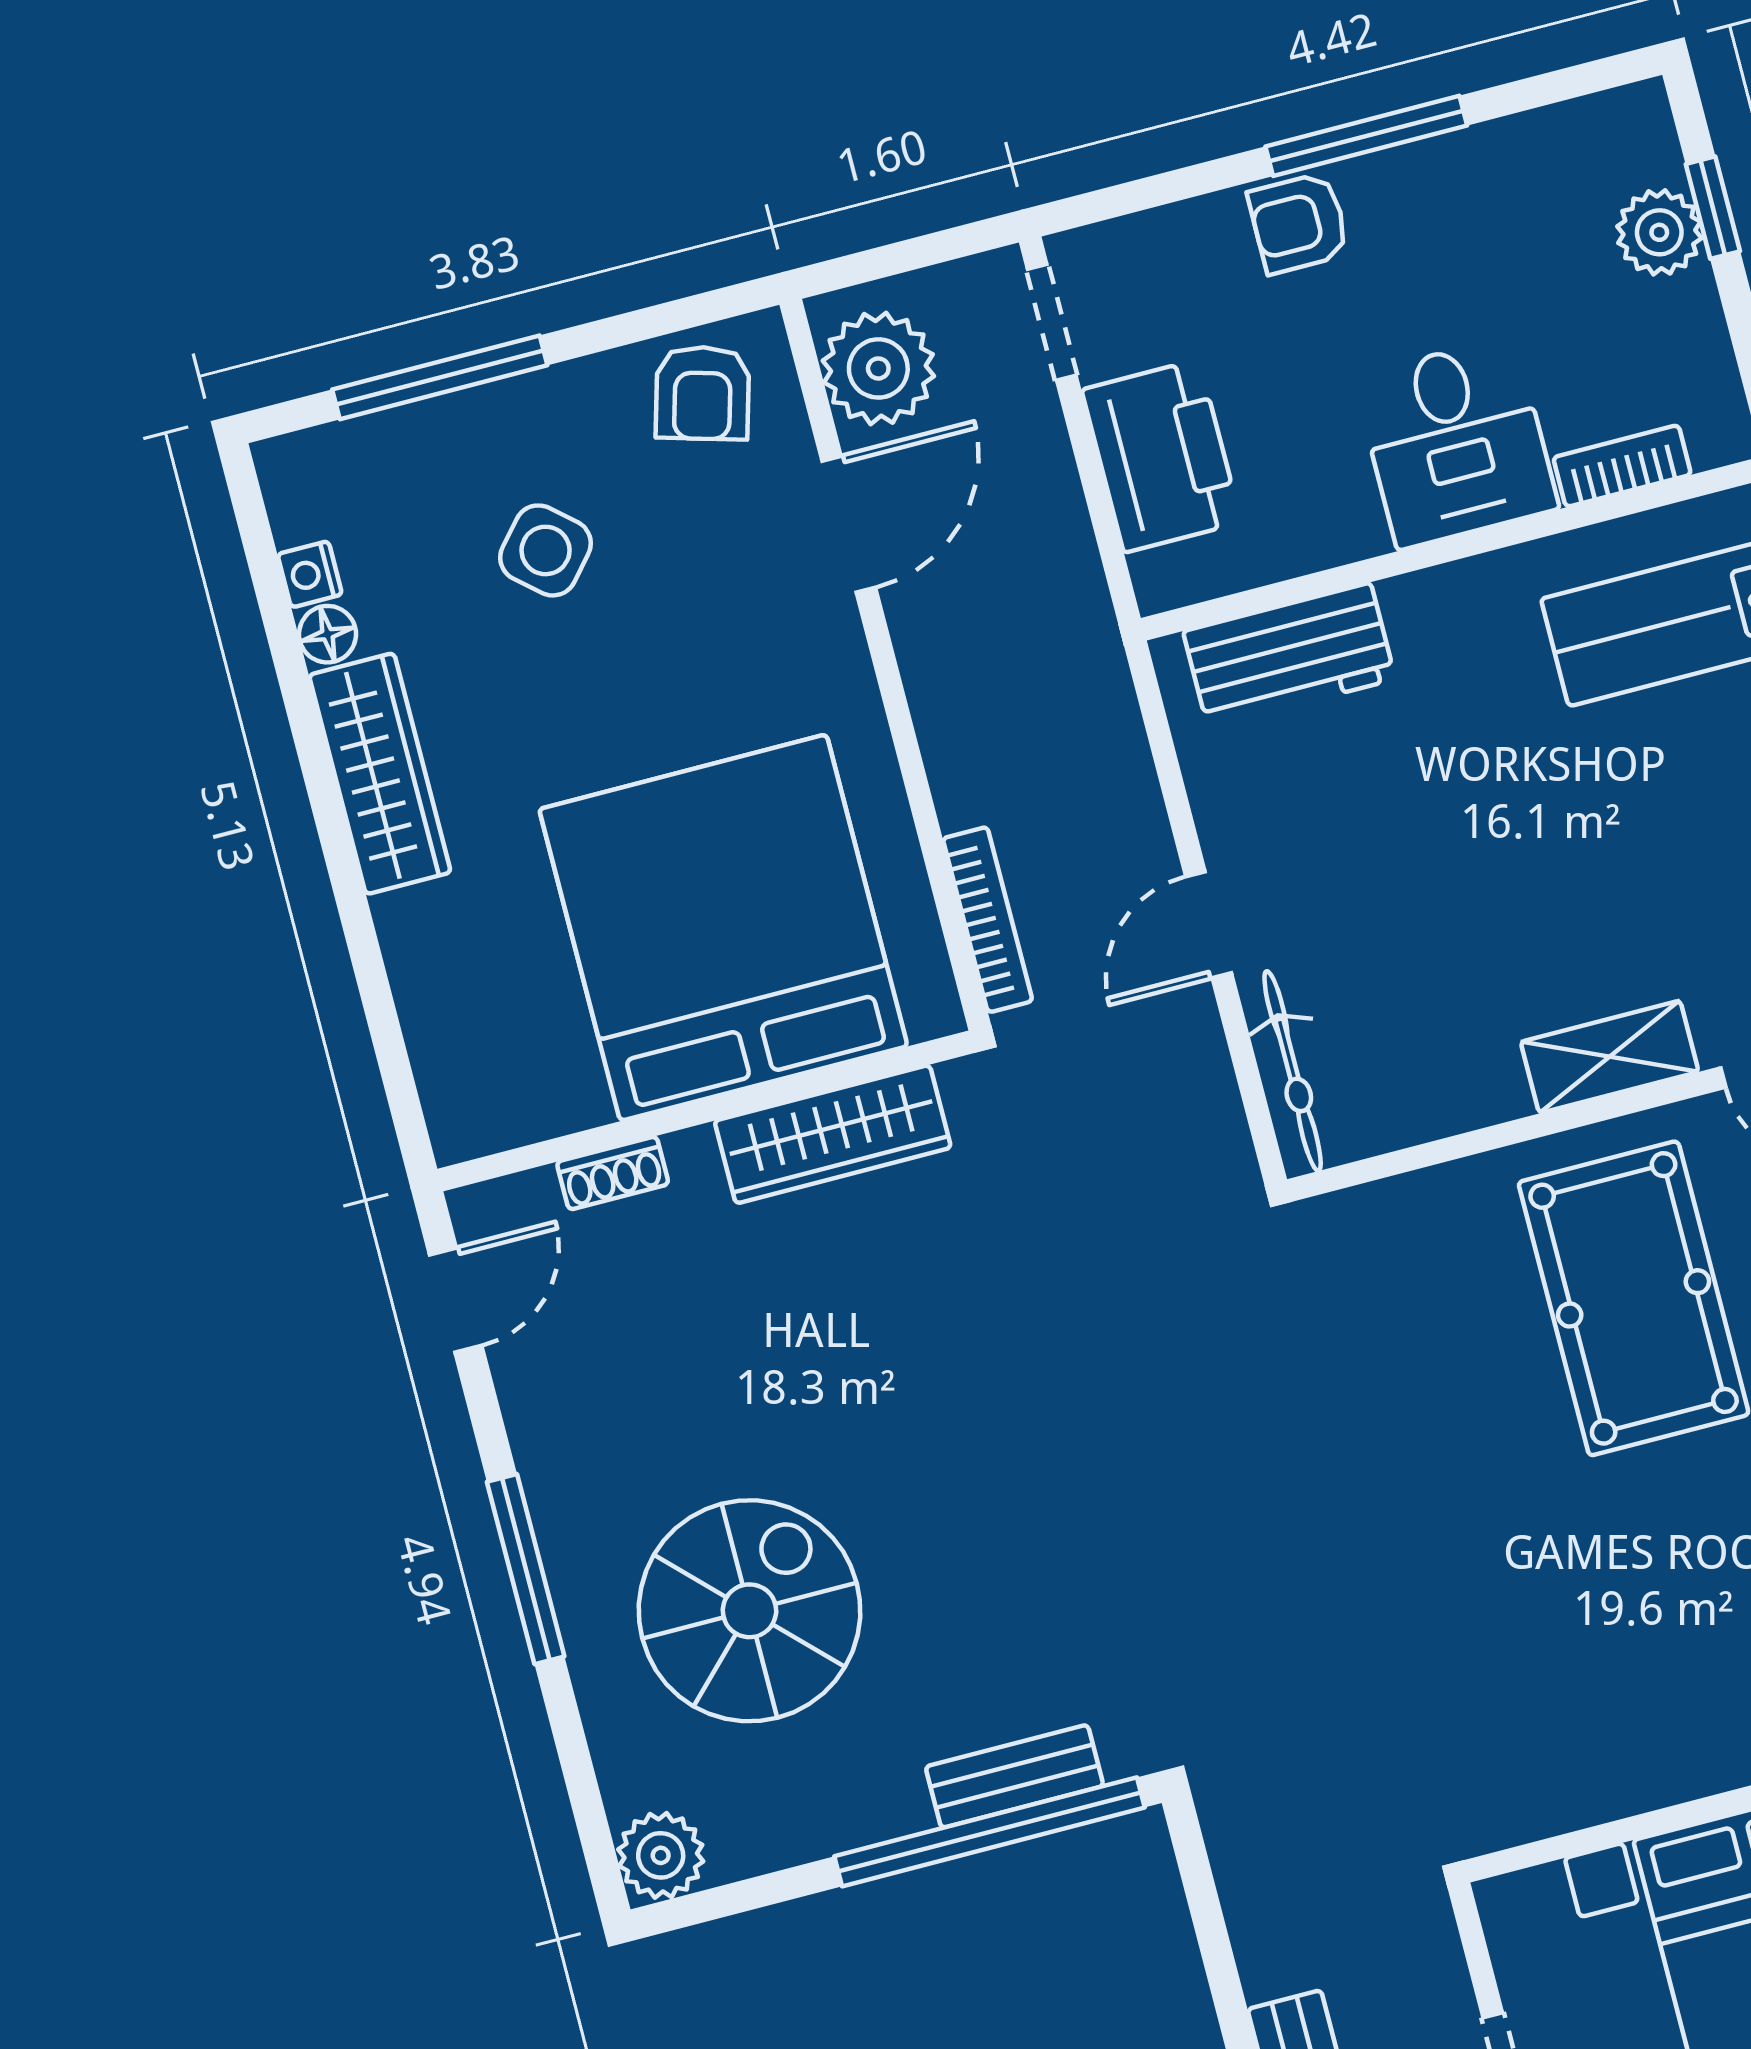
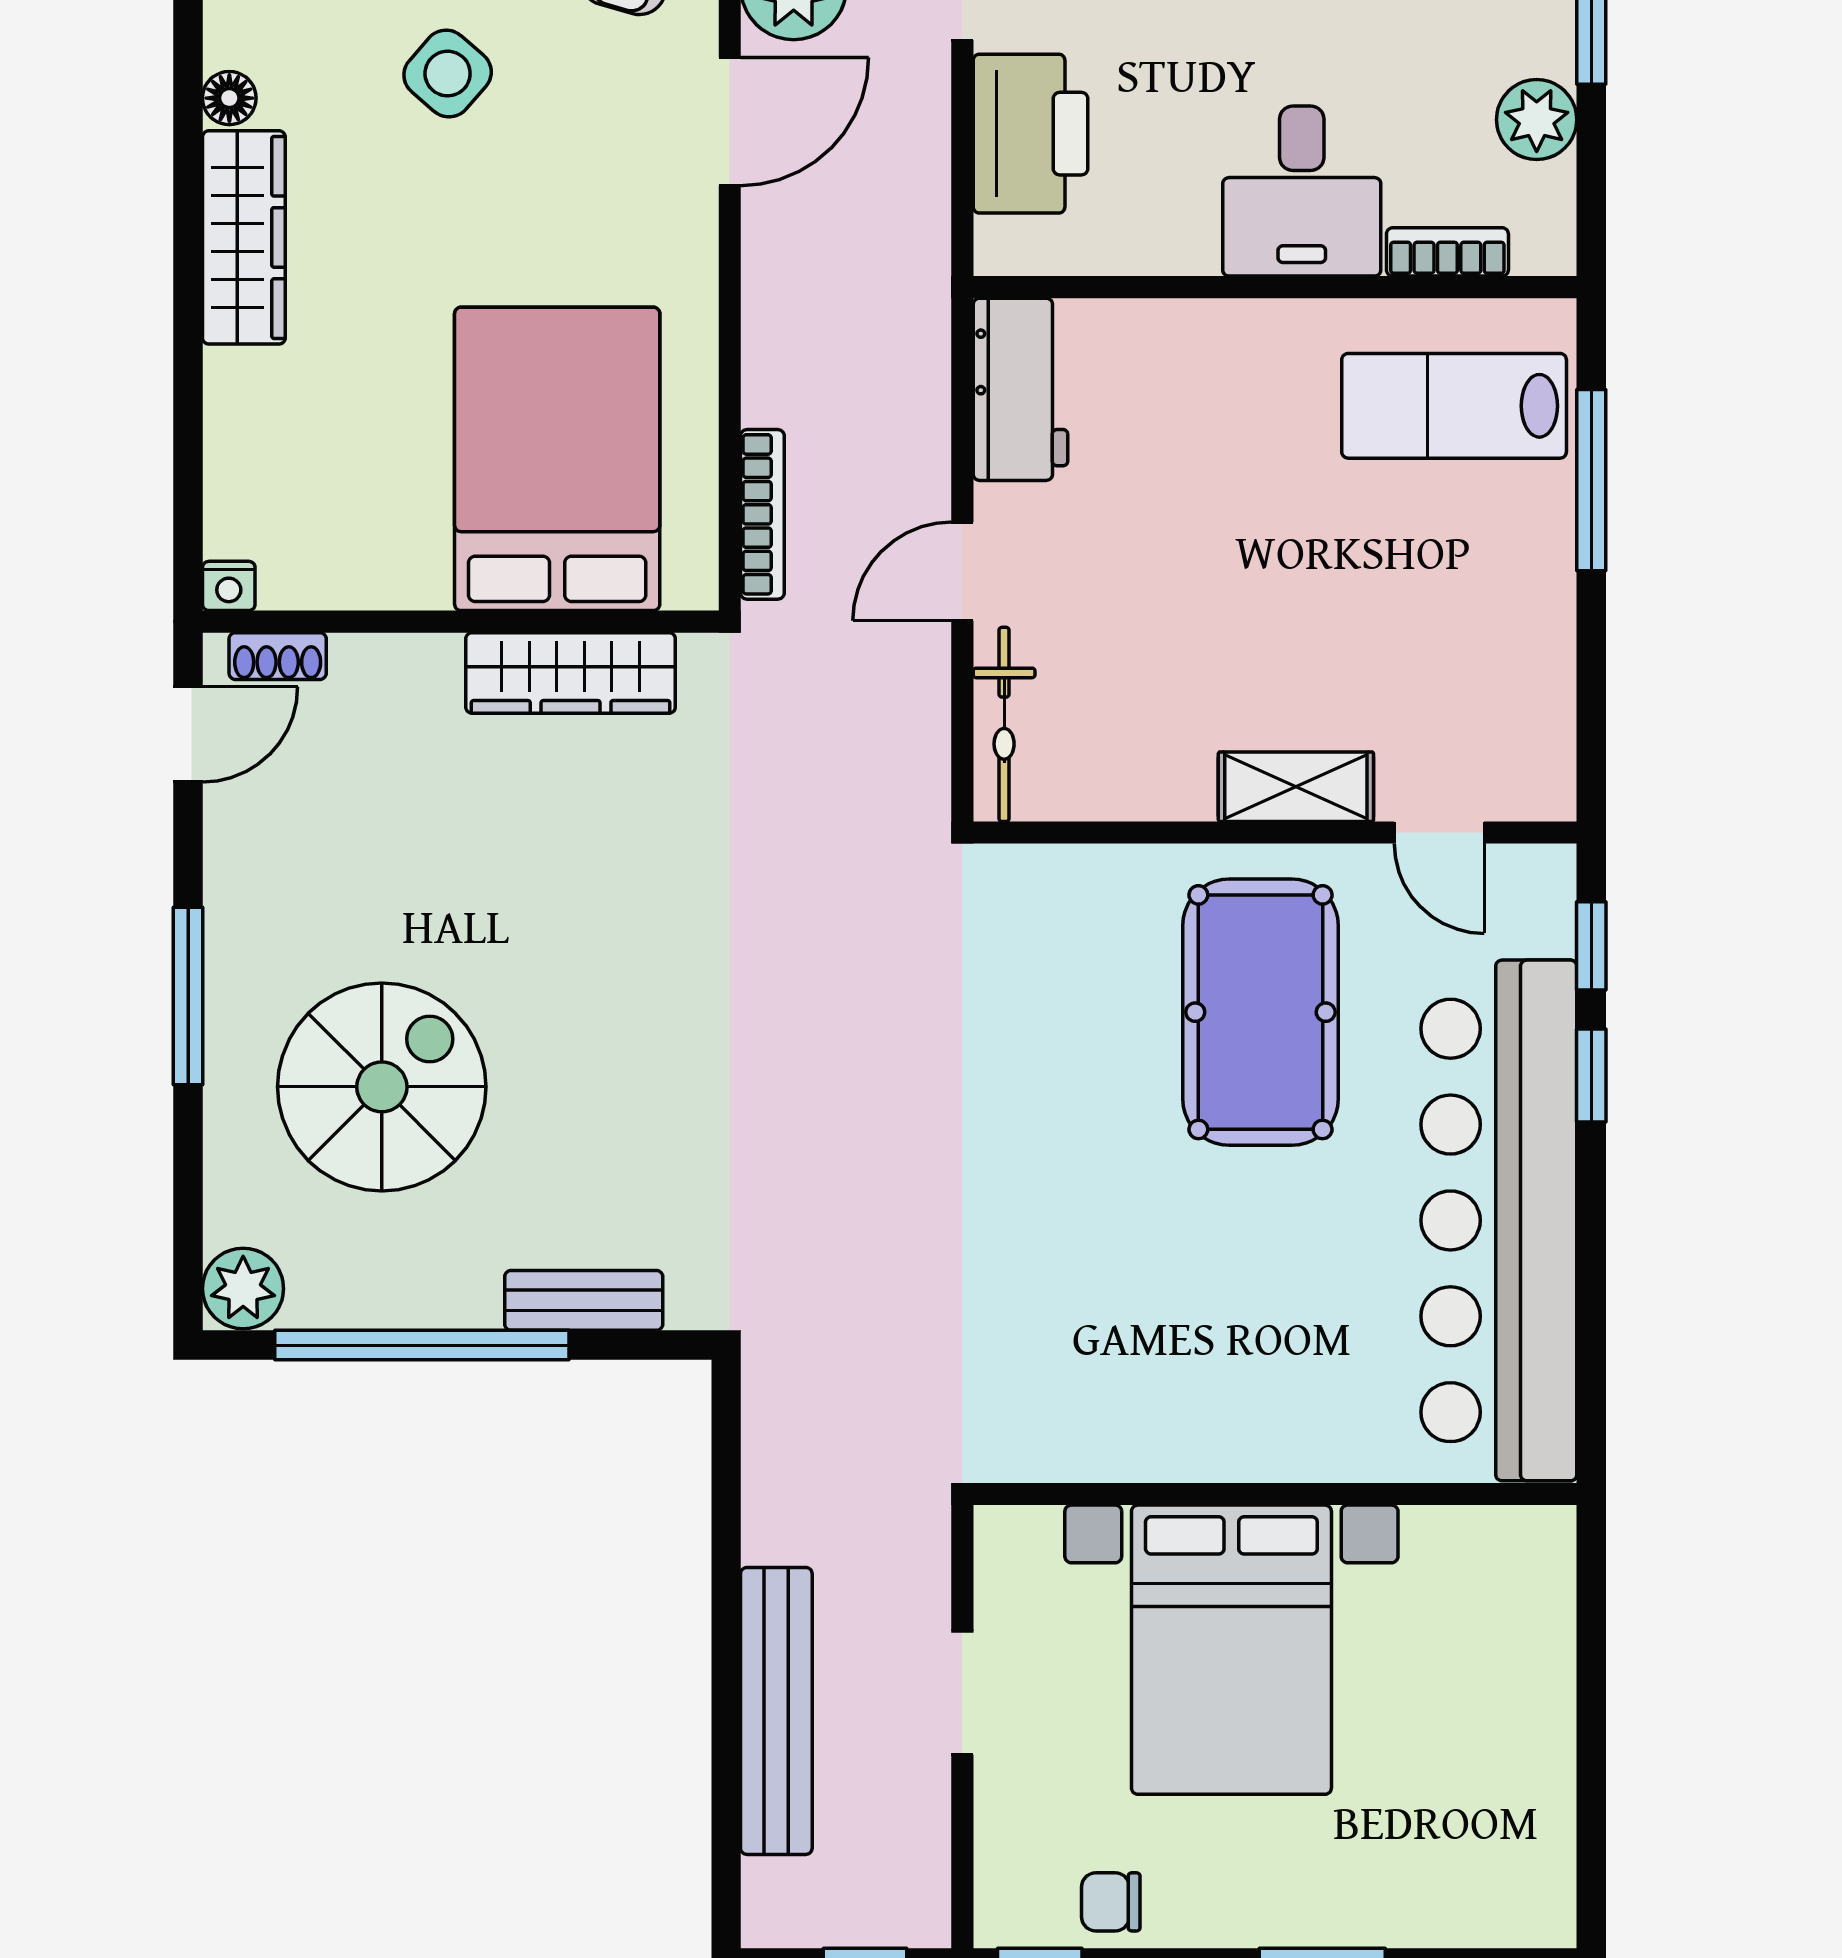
plant: (1659, 232) -> (1537, 120), moved
nightstand: (310, 574) -> (229, 586), moved, turned -90
workbench: (1289, 655) -> (1020, 389), moved, turned -90
bed: (723, 928) -> (557, 459), width x0.73
shoe rack: (613, 1173) -> (278, 656), moved
window: (989, 1832) -> (422, 1345), moved

